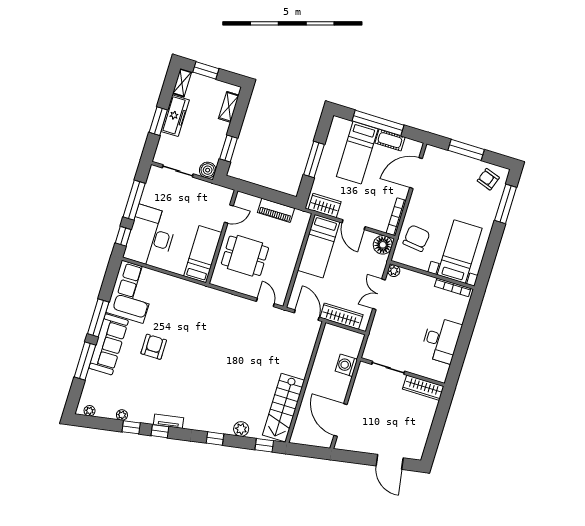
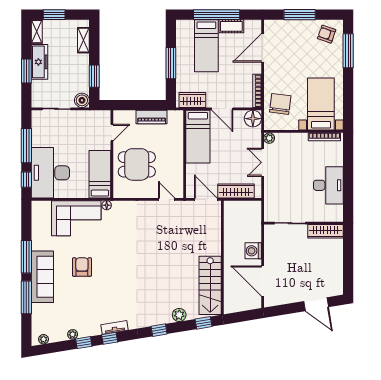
floor lamp: (200, 289) -> (107, 205), added
corner sofa: (132, 292) -> (76, 218), moved, turned 90
washing machine: (346, 365) -> (253, 251), moved

